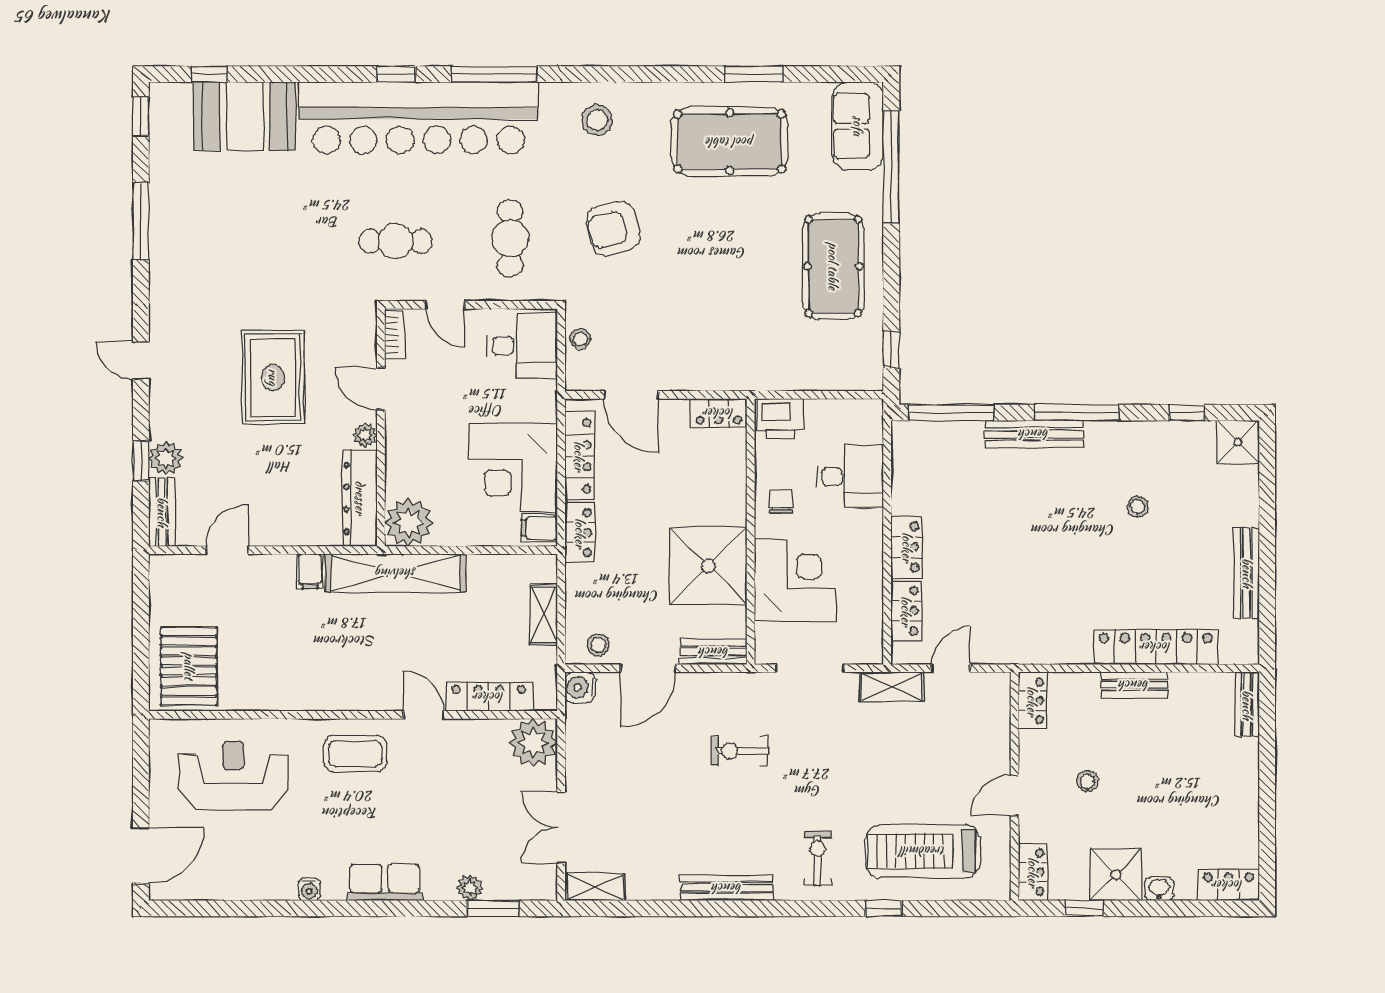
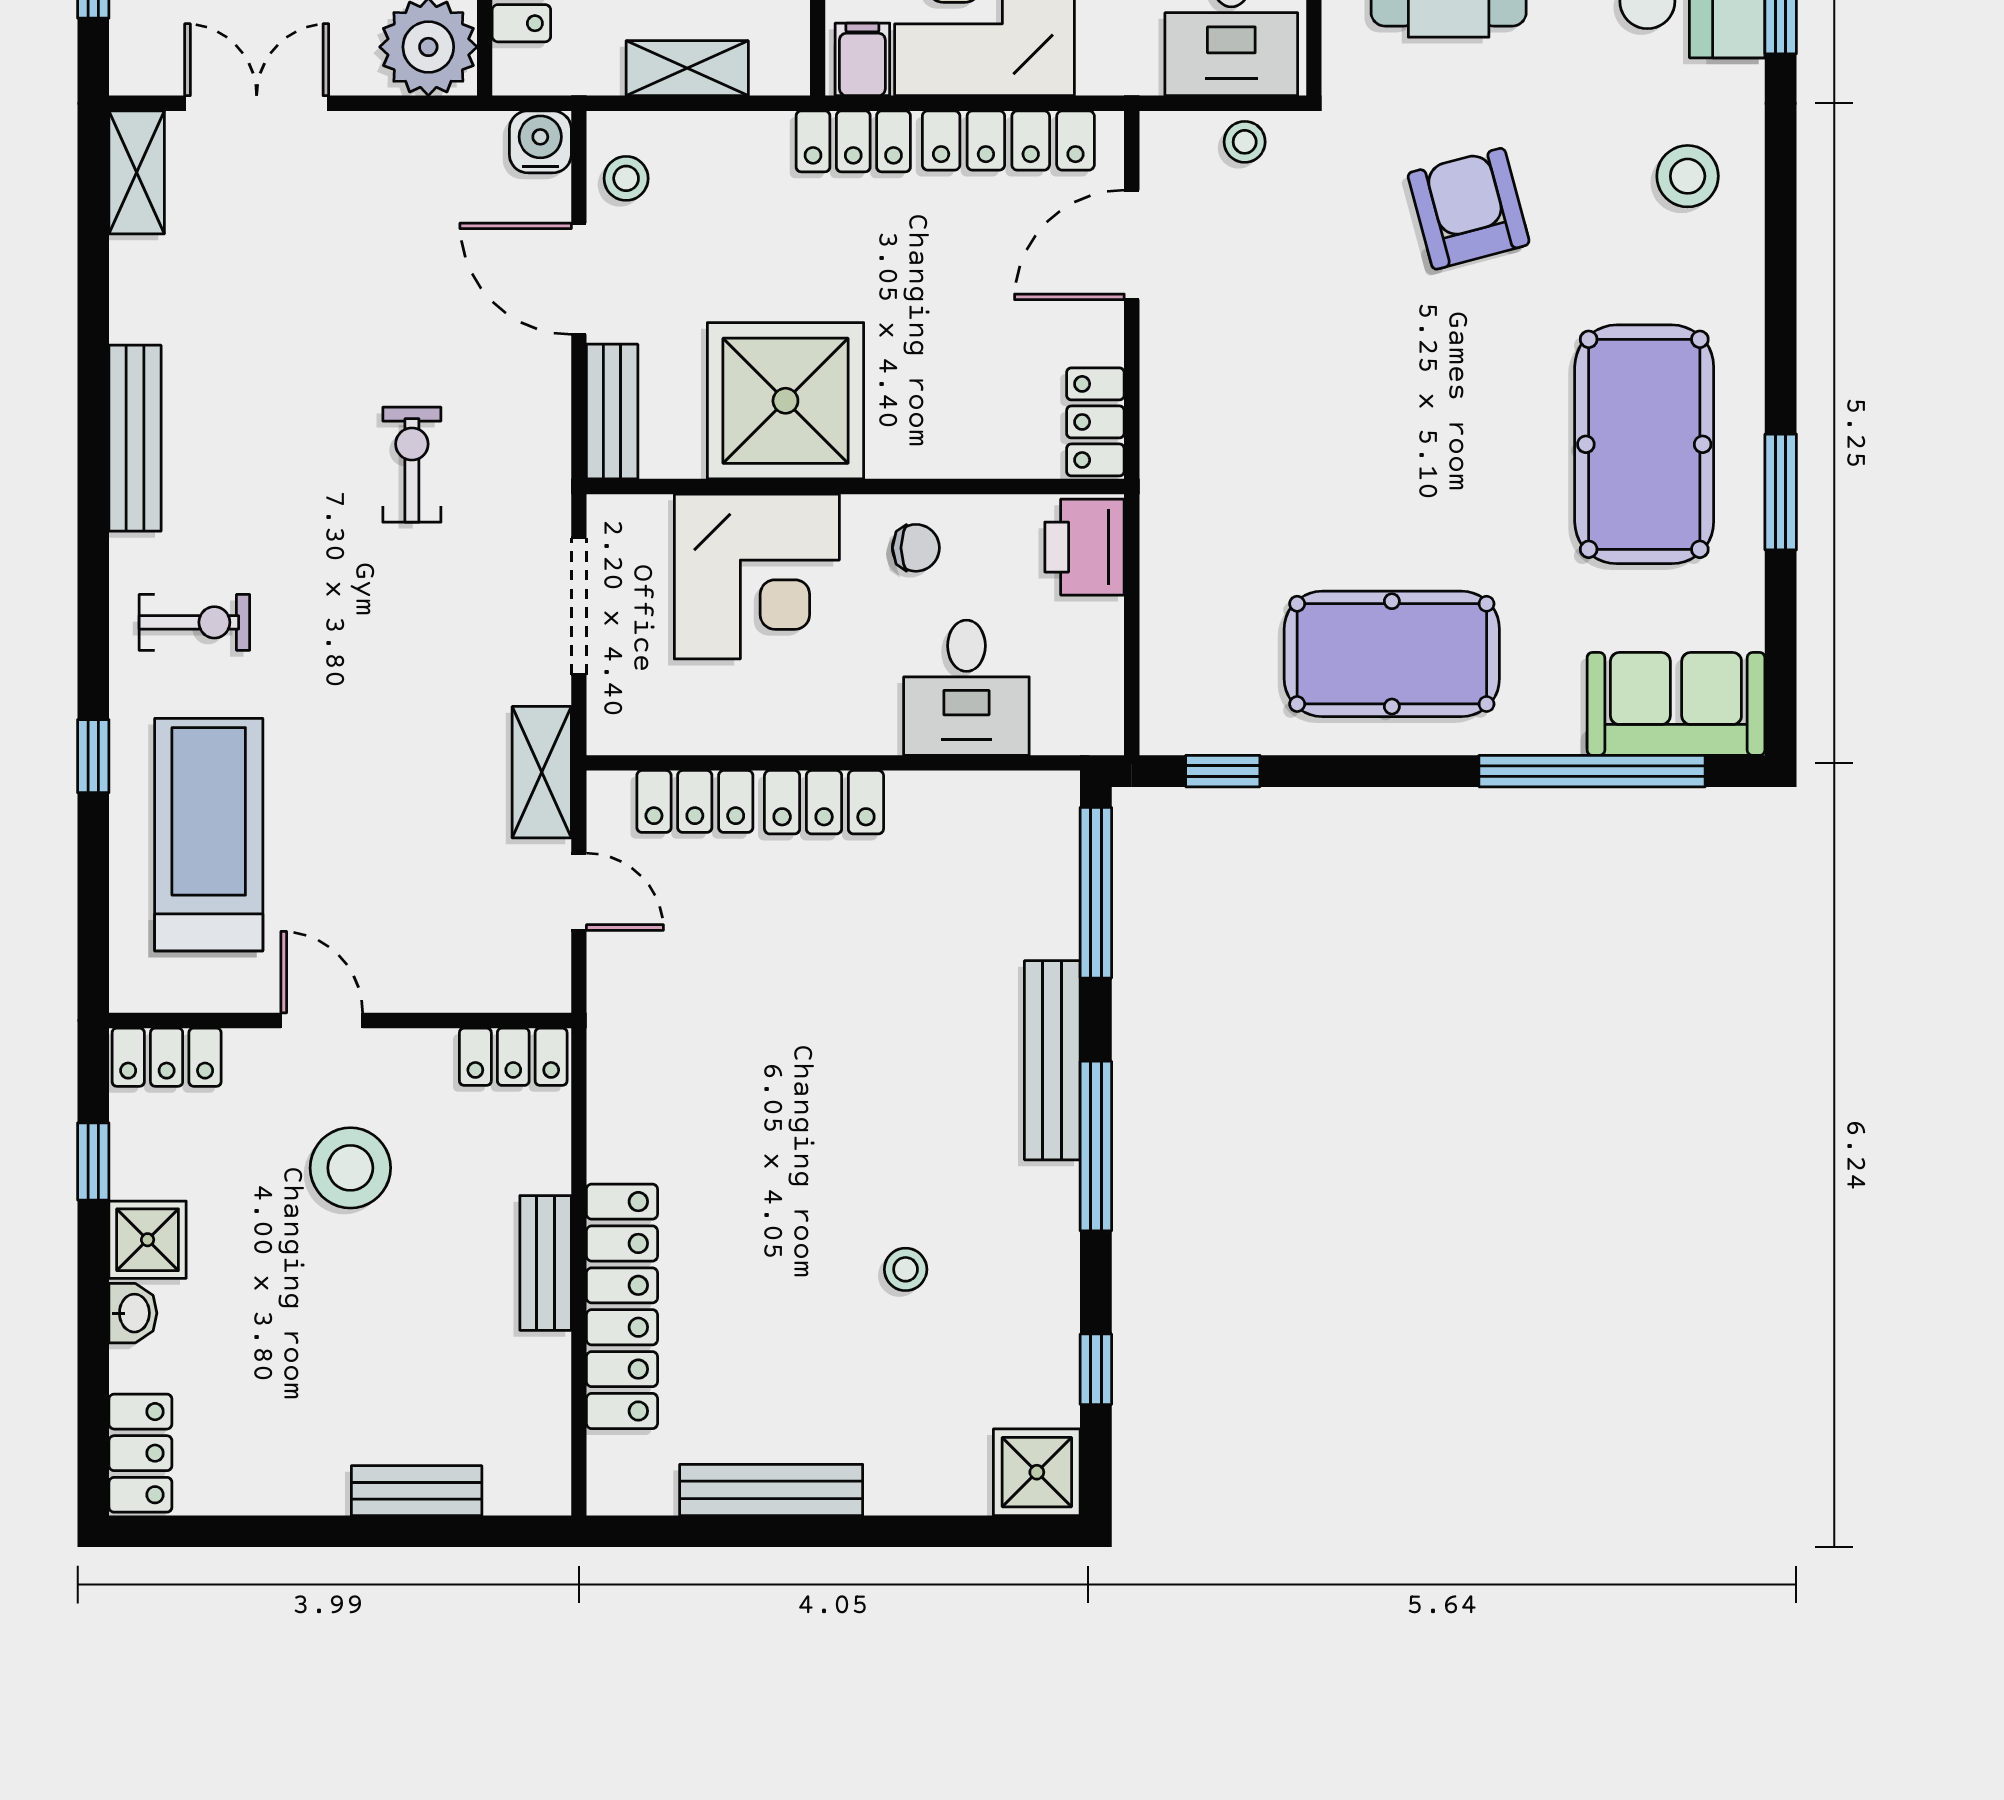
bench: (1247, 705) -> (417, 1491), moved
stool: (1087, 781) -> (350, 1168), width x1.89, depth x1.89
shower: (1116, 875) -> (148, 1240), width x0.73, depth x0.73

